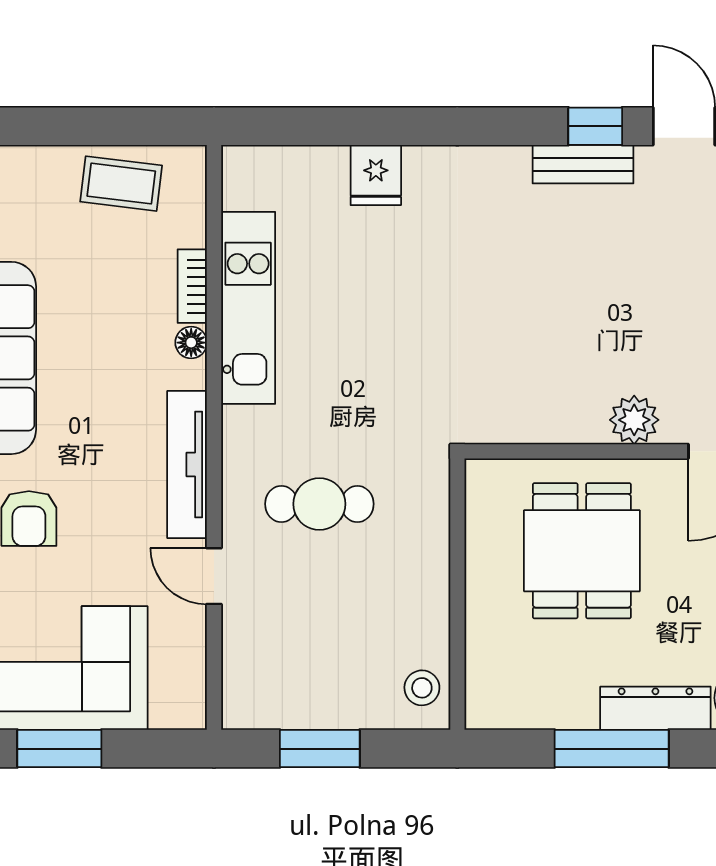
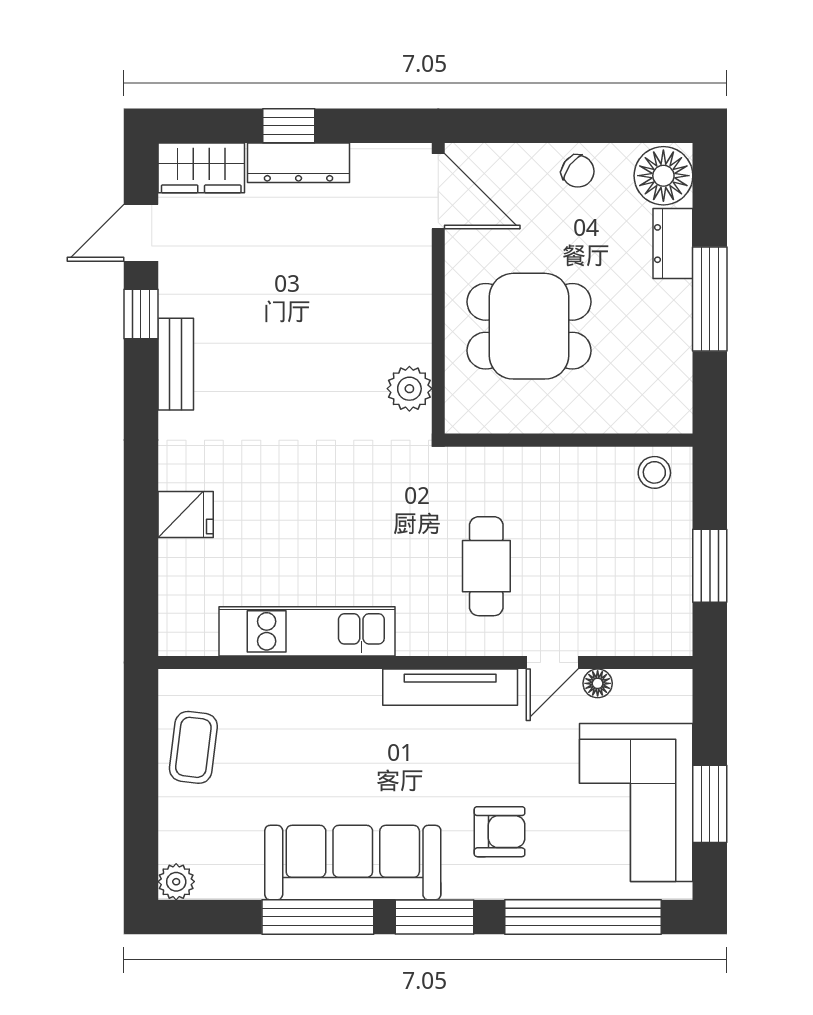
bench: (583, 164) -> (176, 364), moved
bookcase: (192, 286) -> (287, 682), removed
floor lamp: (191, 343) -> (598, 683), moved
plant: (634, 420) -> (409, 389), moved
dresser: (655, 708) -> (673, 244), width x0.70

